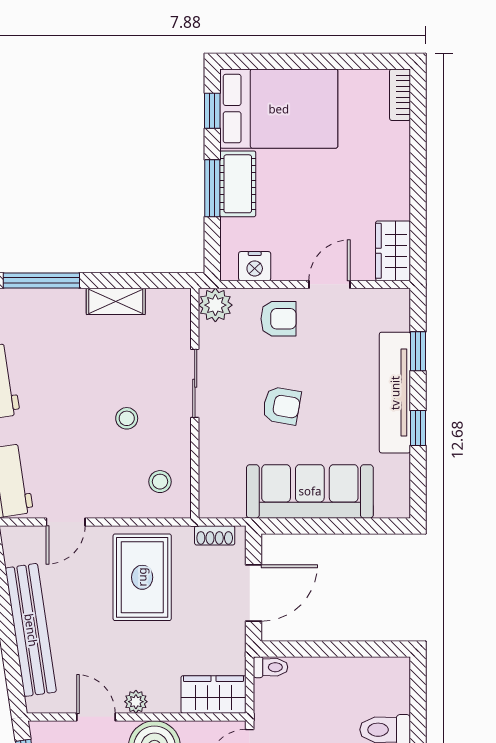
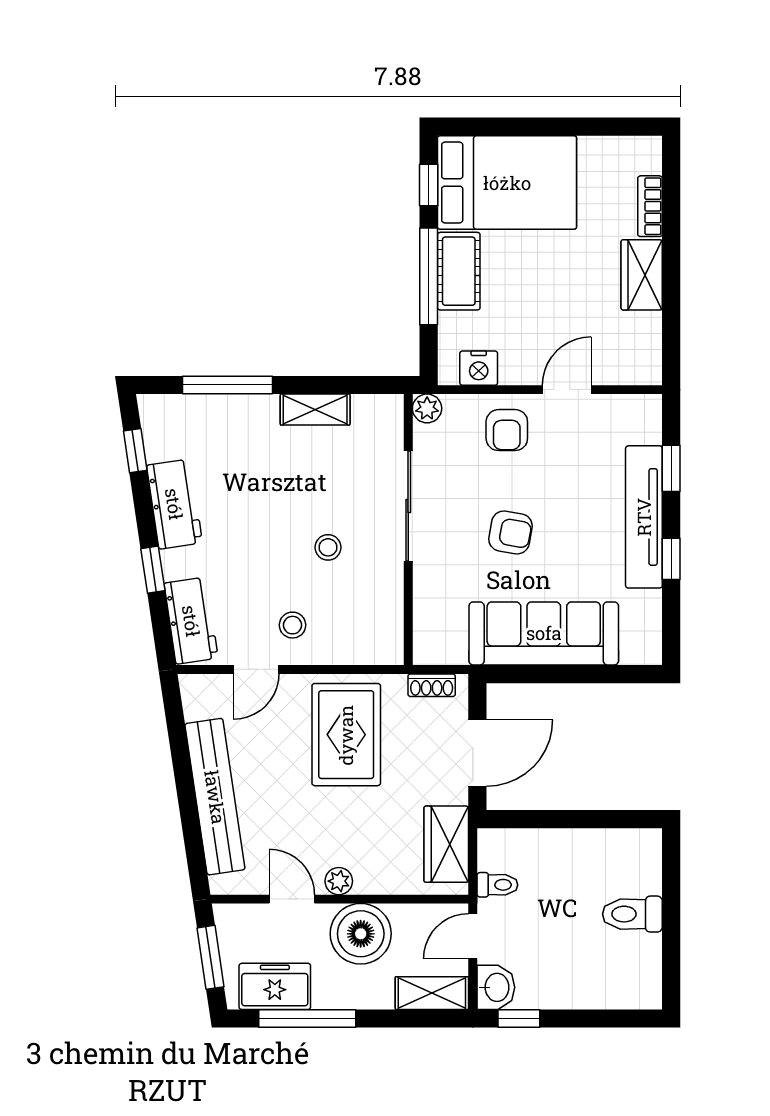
bookcase: (400, 95) -> (650, 206), moved
window: (212, 188) -> (429, 276), width x1.44
wardrobe: (393, 251) -> (642, 275), moved
plant: (215, 305) -> (427, 408), width x0.73, depth x0.73
armchair: (279, 319) -> (507, 430), turned 90
sliding door: (195, 383) -> (408, 506), width x1.37
stool: (160, 482) -> (293, 625), moved
toilet: (270, 667) -> (497, 885), moved
wardrobe: (213, 694) -> (446, 844), moved, turned -90

